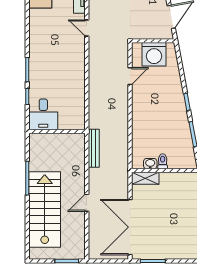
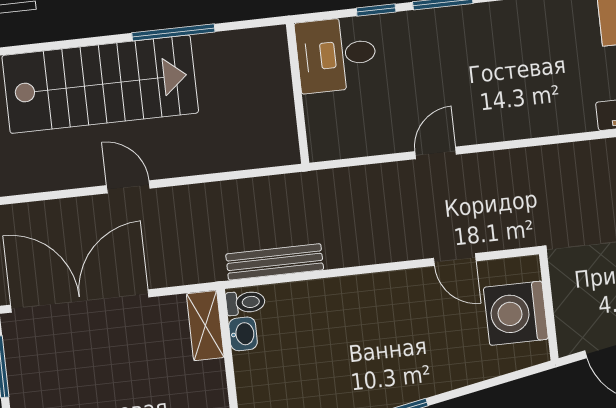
door: (87, 28) -> (436, 153), moved
bench: (94, 148) -> (275, 262), moved
toilet: (163, 161) -> (245, 302), moved

